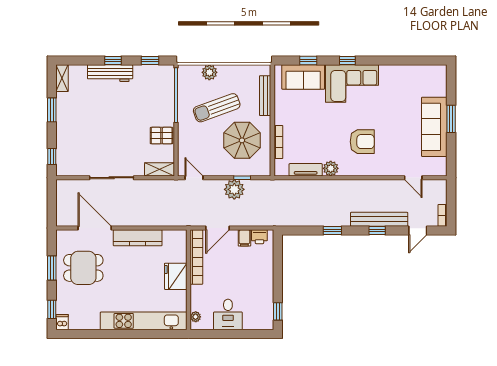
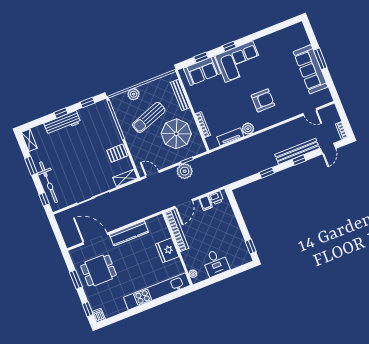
bicycle: (65, 138) -> (49, 182), added

